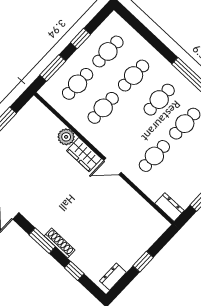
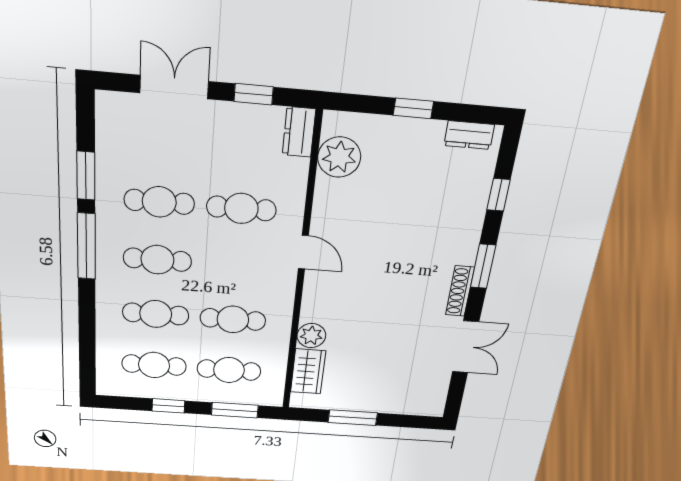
wardrobe: (84, 155) -> (308, 371), moved
plant: (145, 215) -> (339, 157), added
shoe rack: (60, 243) -> (460, 291), moved

